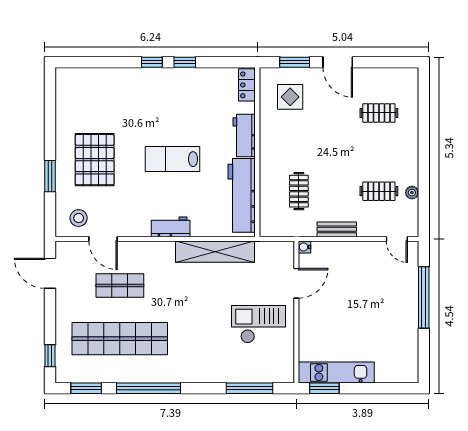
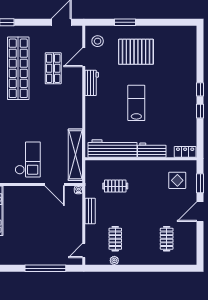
workbench: (171, 227) -> (92, 83), moved
shelving: (215, 252) -> (75, 155), moved

